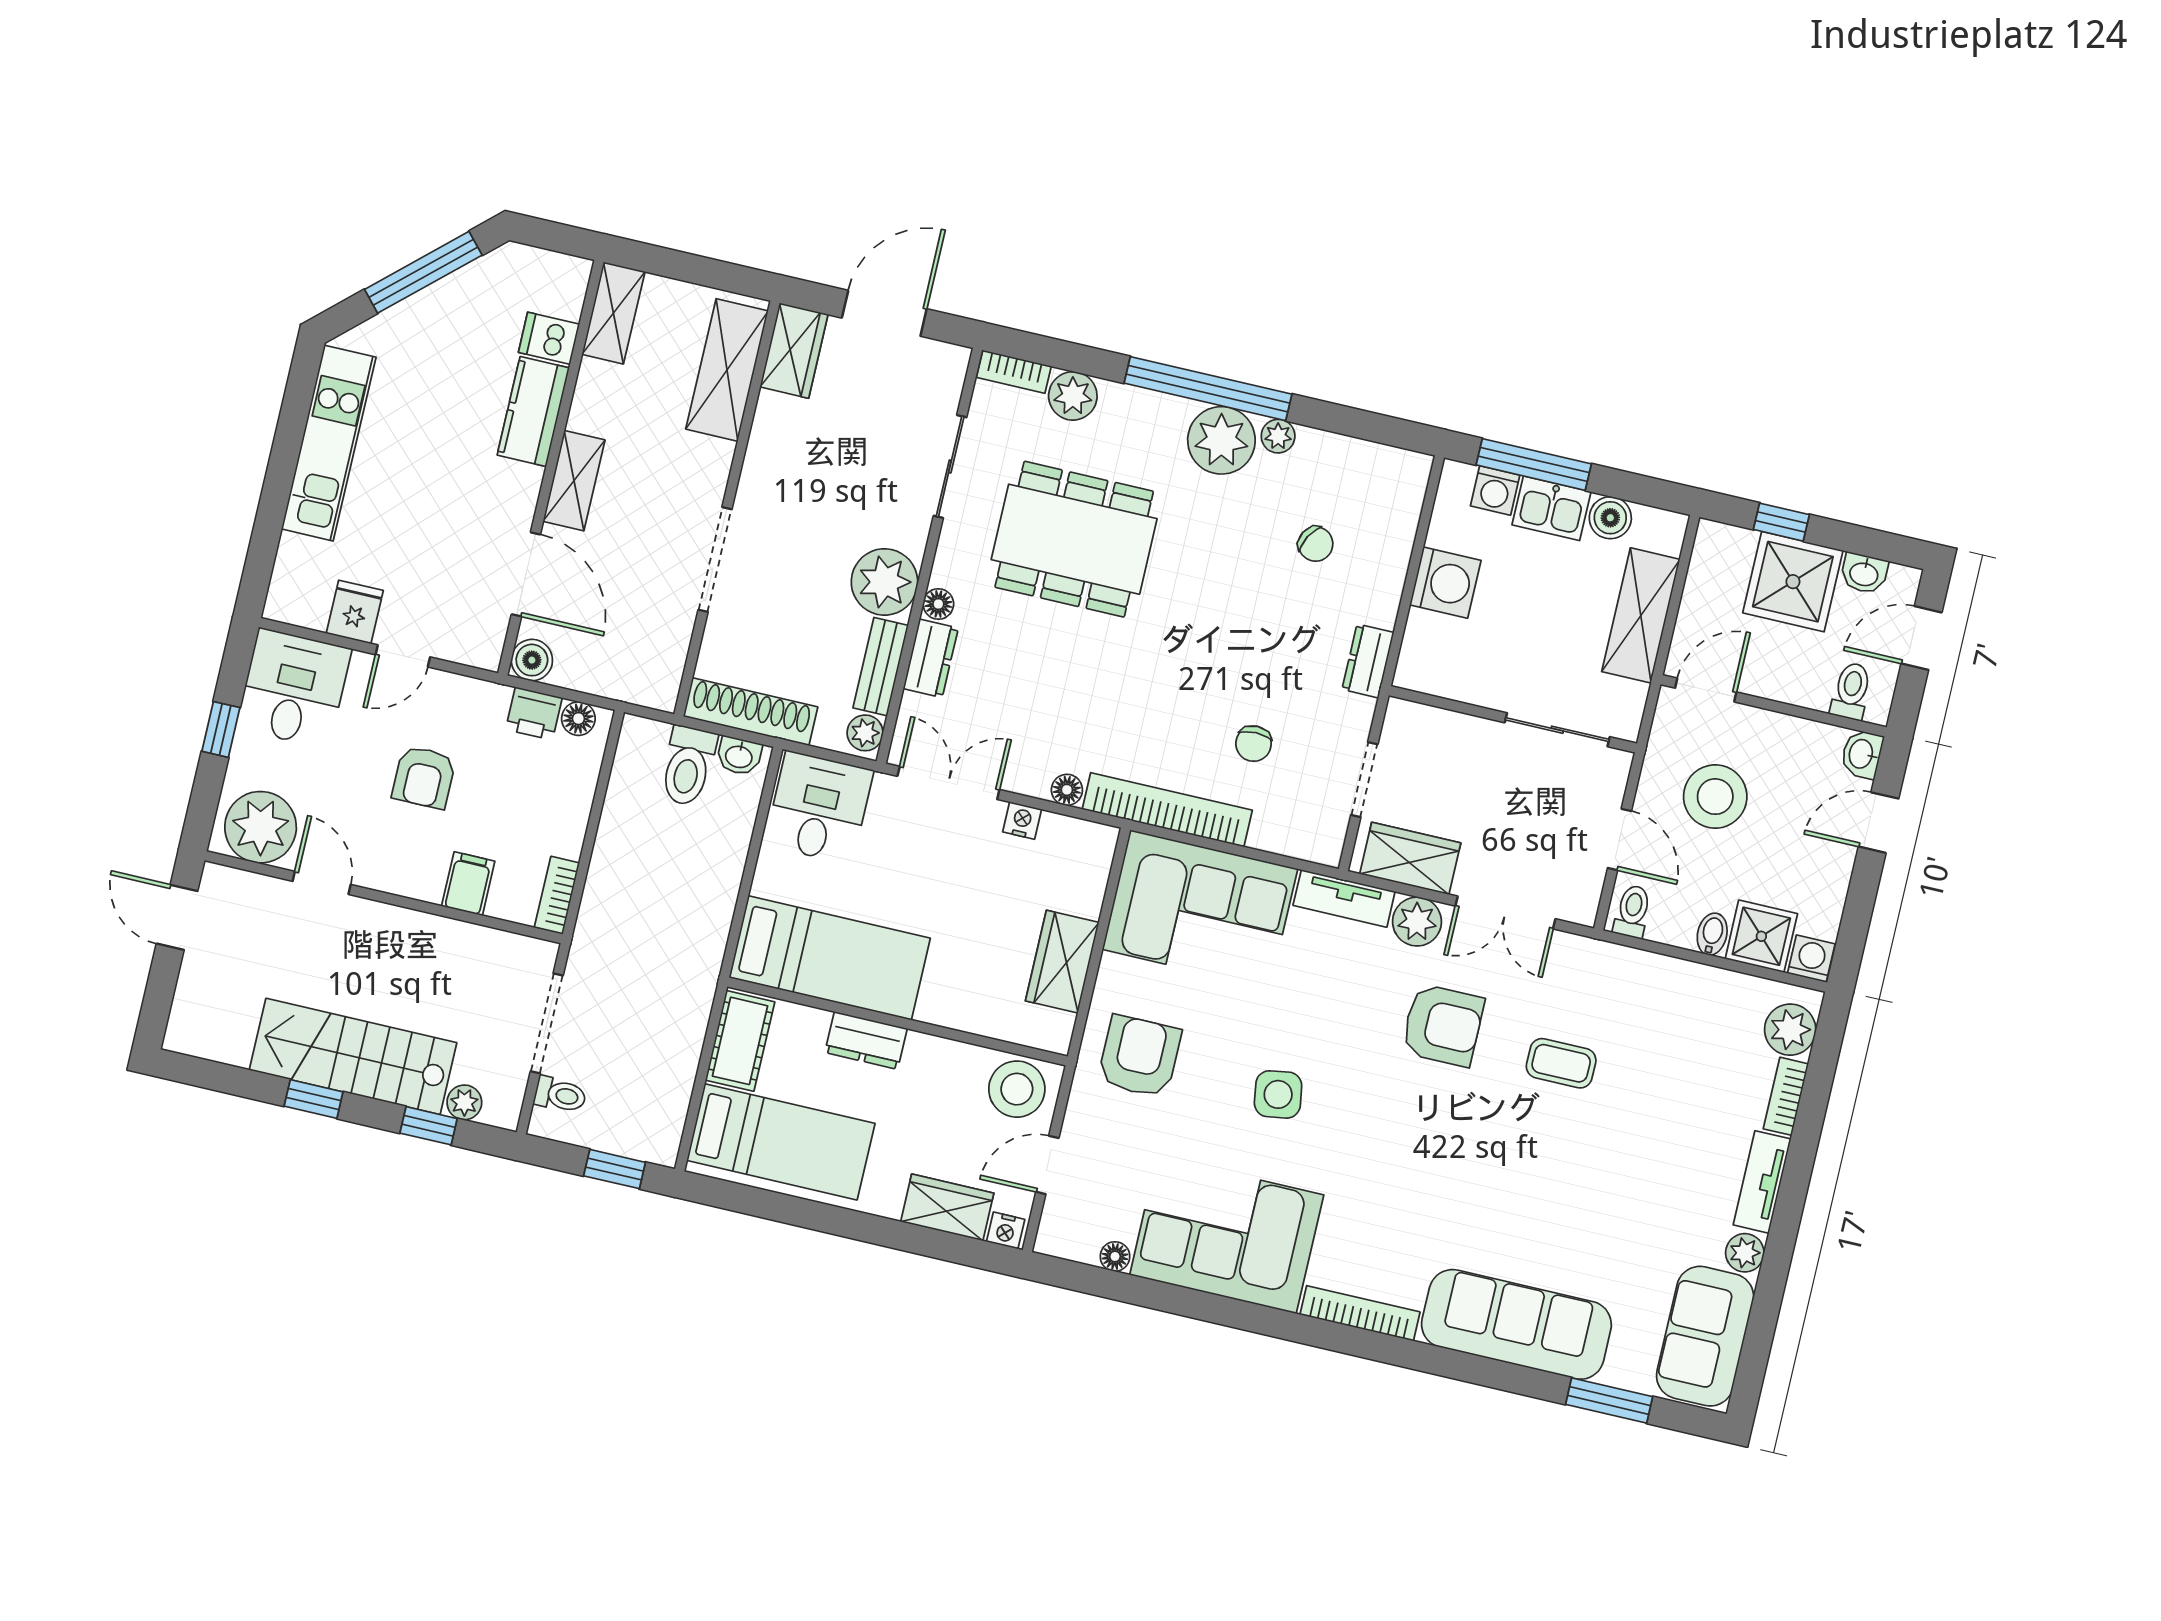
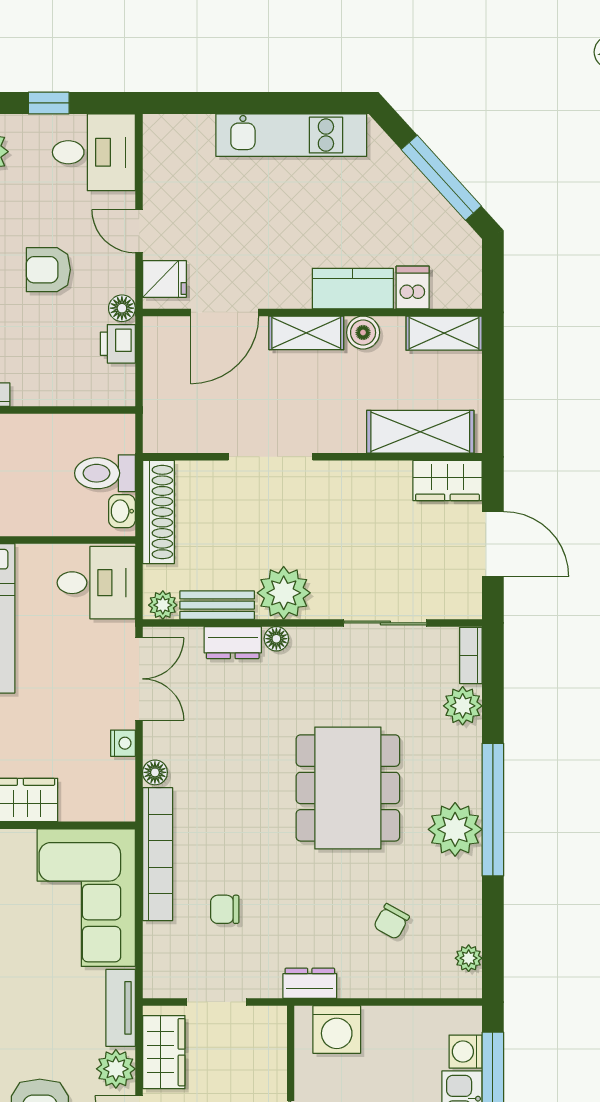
plant: (1278, 436) -> (469, 958), moved
dining table: (1074, 539) -> (348, 788), moved
washing machine: (1445, 583) -> (337, 1030), moved
fridge: (355, 612) -> (164, 279), moved
boiler: (532, 660) -> (363, 333), moved
floor lamp: (578, 719) -> (122, 308), moved

